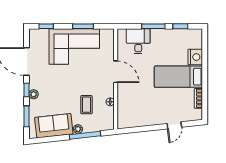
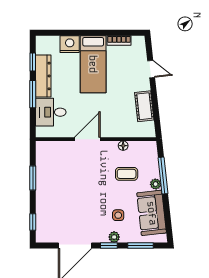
dresser: (169, 35) -> (43, 76), added
corner sofa: (74, 47) -> (57, 188), removed
side table: (52, 98) -> (118, 215), added
cot: (143, 120) -> (144, 106), added

